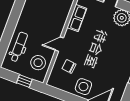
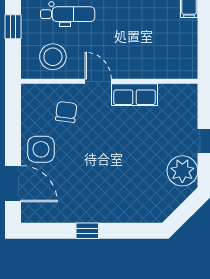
row of seats: (77, 18) -> (134, 95), moved
window: (24, 81) -> (13, 27), moved

